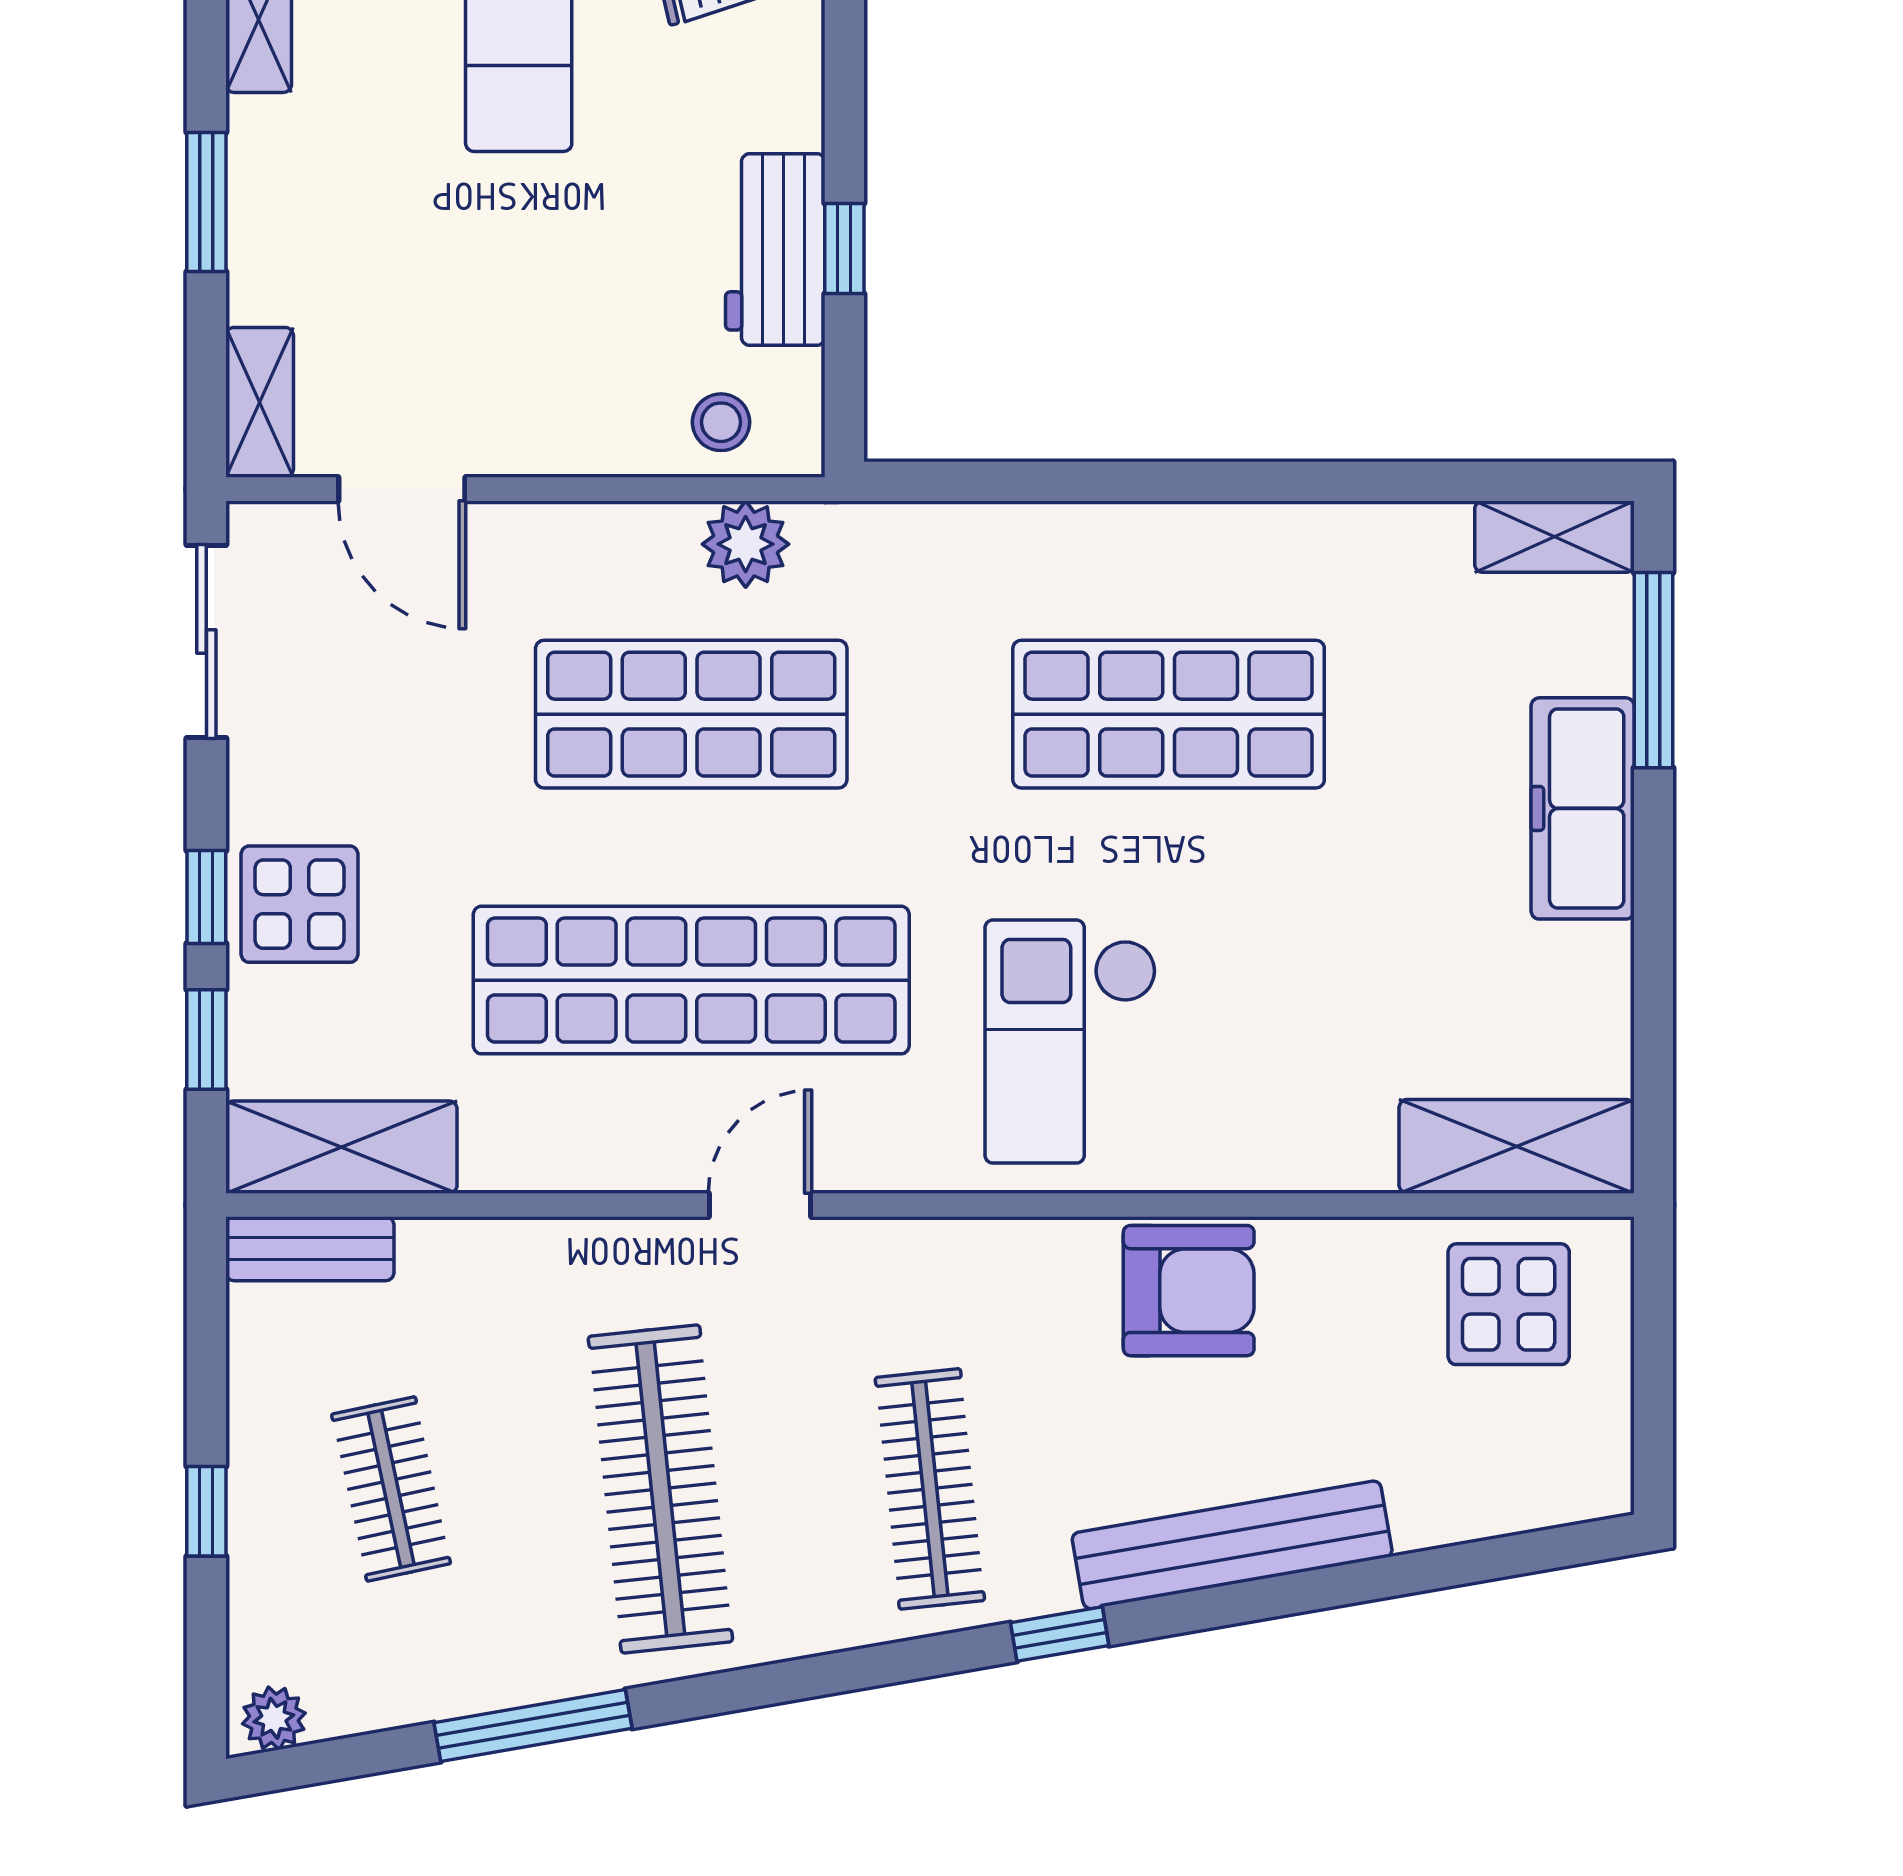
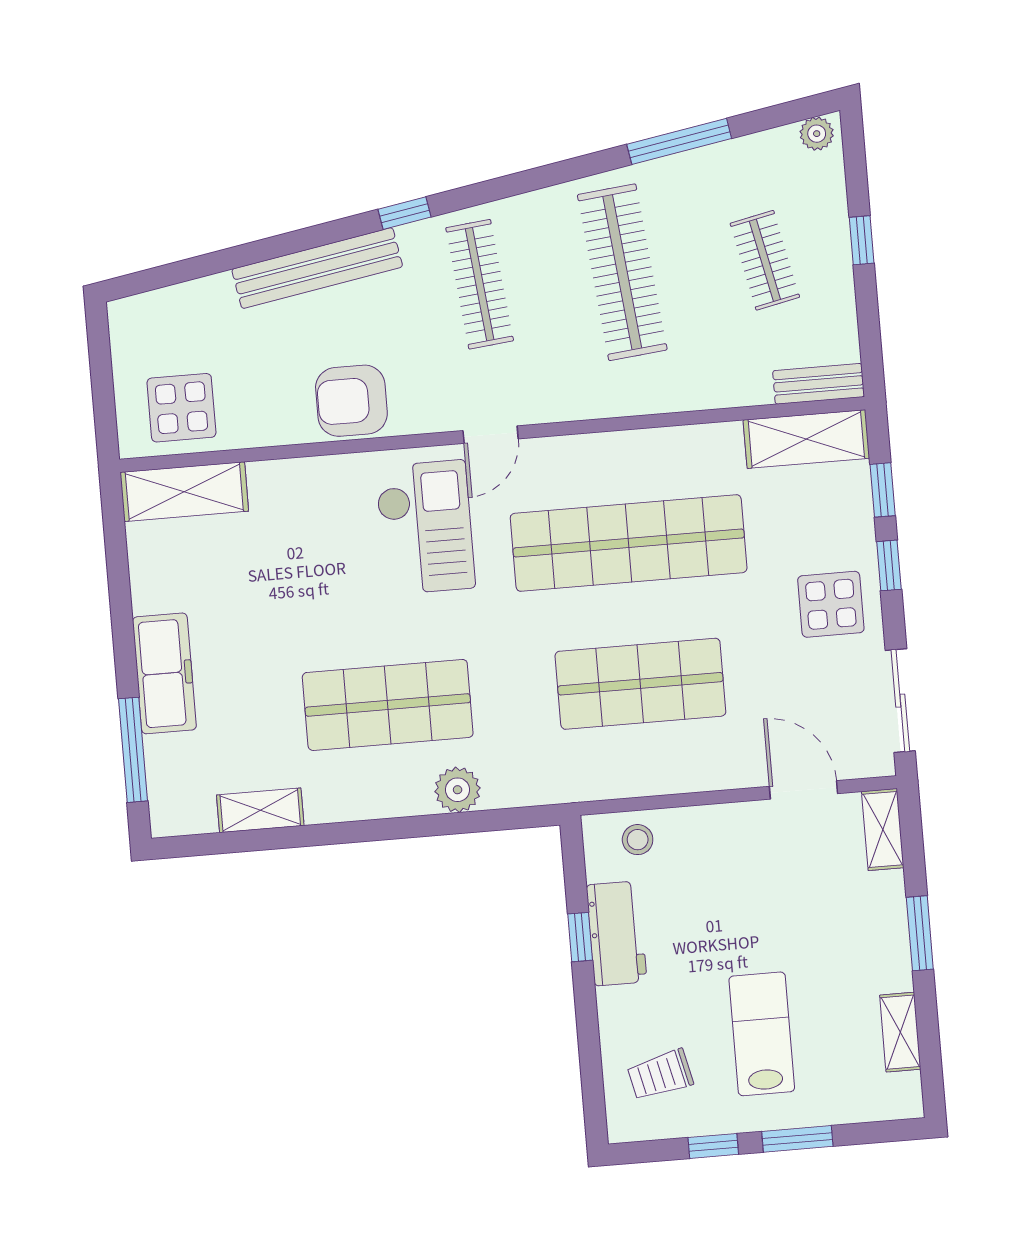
shelving: (1554, 537) -> (260, 810), moved
plant: (746, 544) -> (458, 790), moved
display table: (300, 904) -> (831, 604), moved
door: (760, 1205) -> (491, 435), moved

